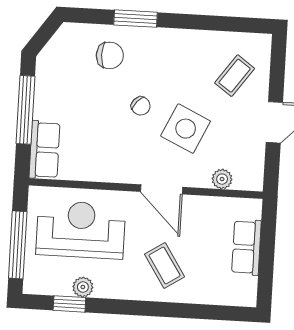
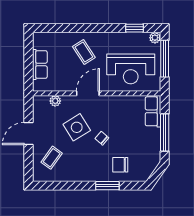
side table: (186, 129) -> (77, 127), turned 33
door: (162, 189) -> (88, 93), hinge flipped
plant: (83, 287) -> (155, 38), moved

